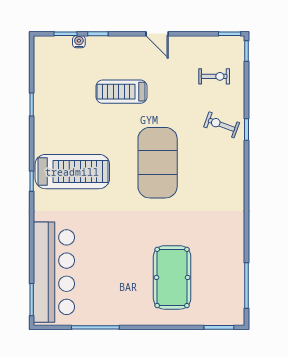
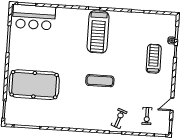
door: (157, 34) -> (172, 104), moved
treadmill: (122, 92) -> (154, 59), moved
exercise mat: (158, 163) -> (100, 81), width x0.50, depth x0.69
bar counter: (54, 272) -> (34, 17), width x0.73
pool table: (172, 277) -> (34, 85), width x1.36, depth x1.32

